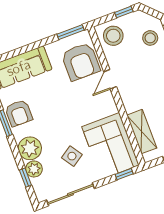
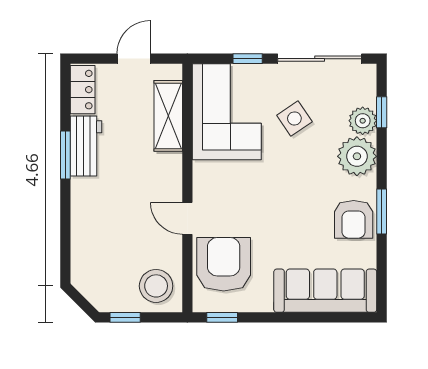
window: (71, 32) -> (222, 317), width x0.67
stool: (150, 38) -> (98, 260), removed
door: (110, 79) -> (187, 218), swing flipped
armchair: (19, 113) -> (354, 219), turned 180
window: (124, 174) -> (248, 59), moved

